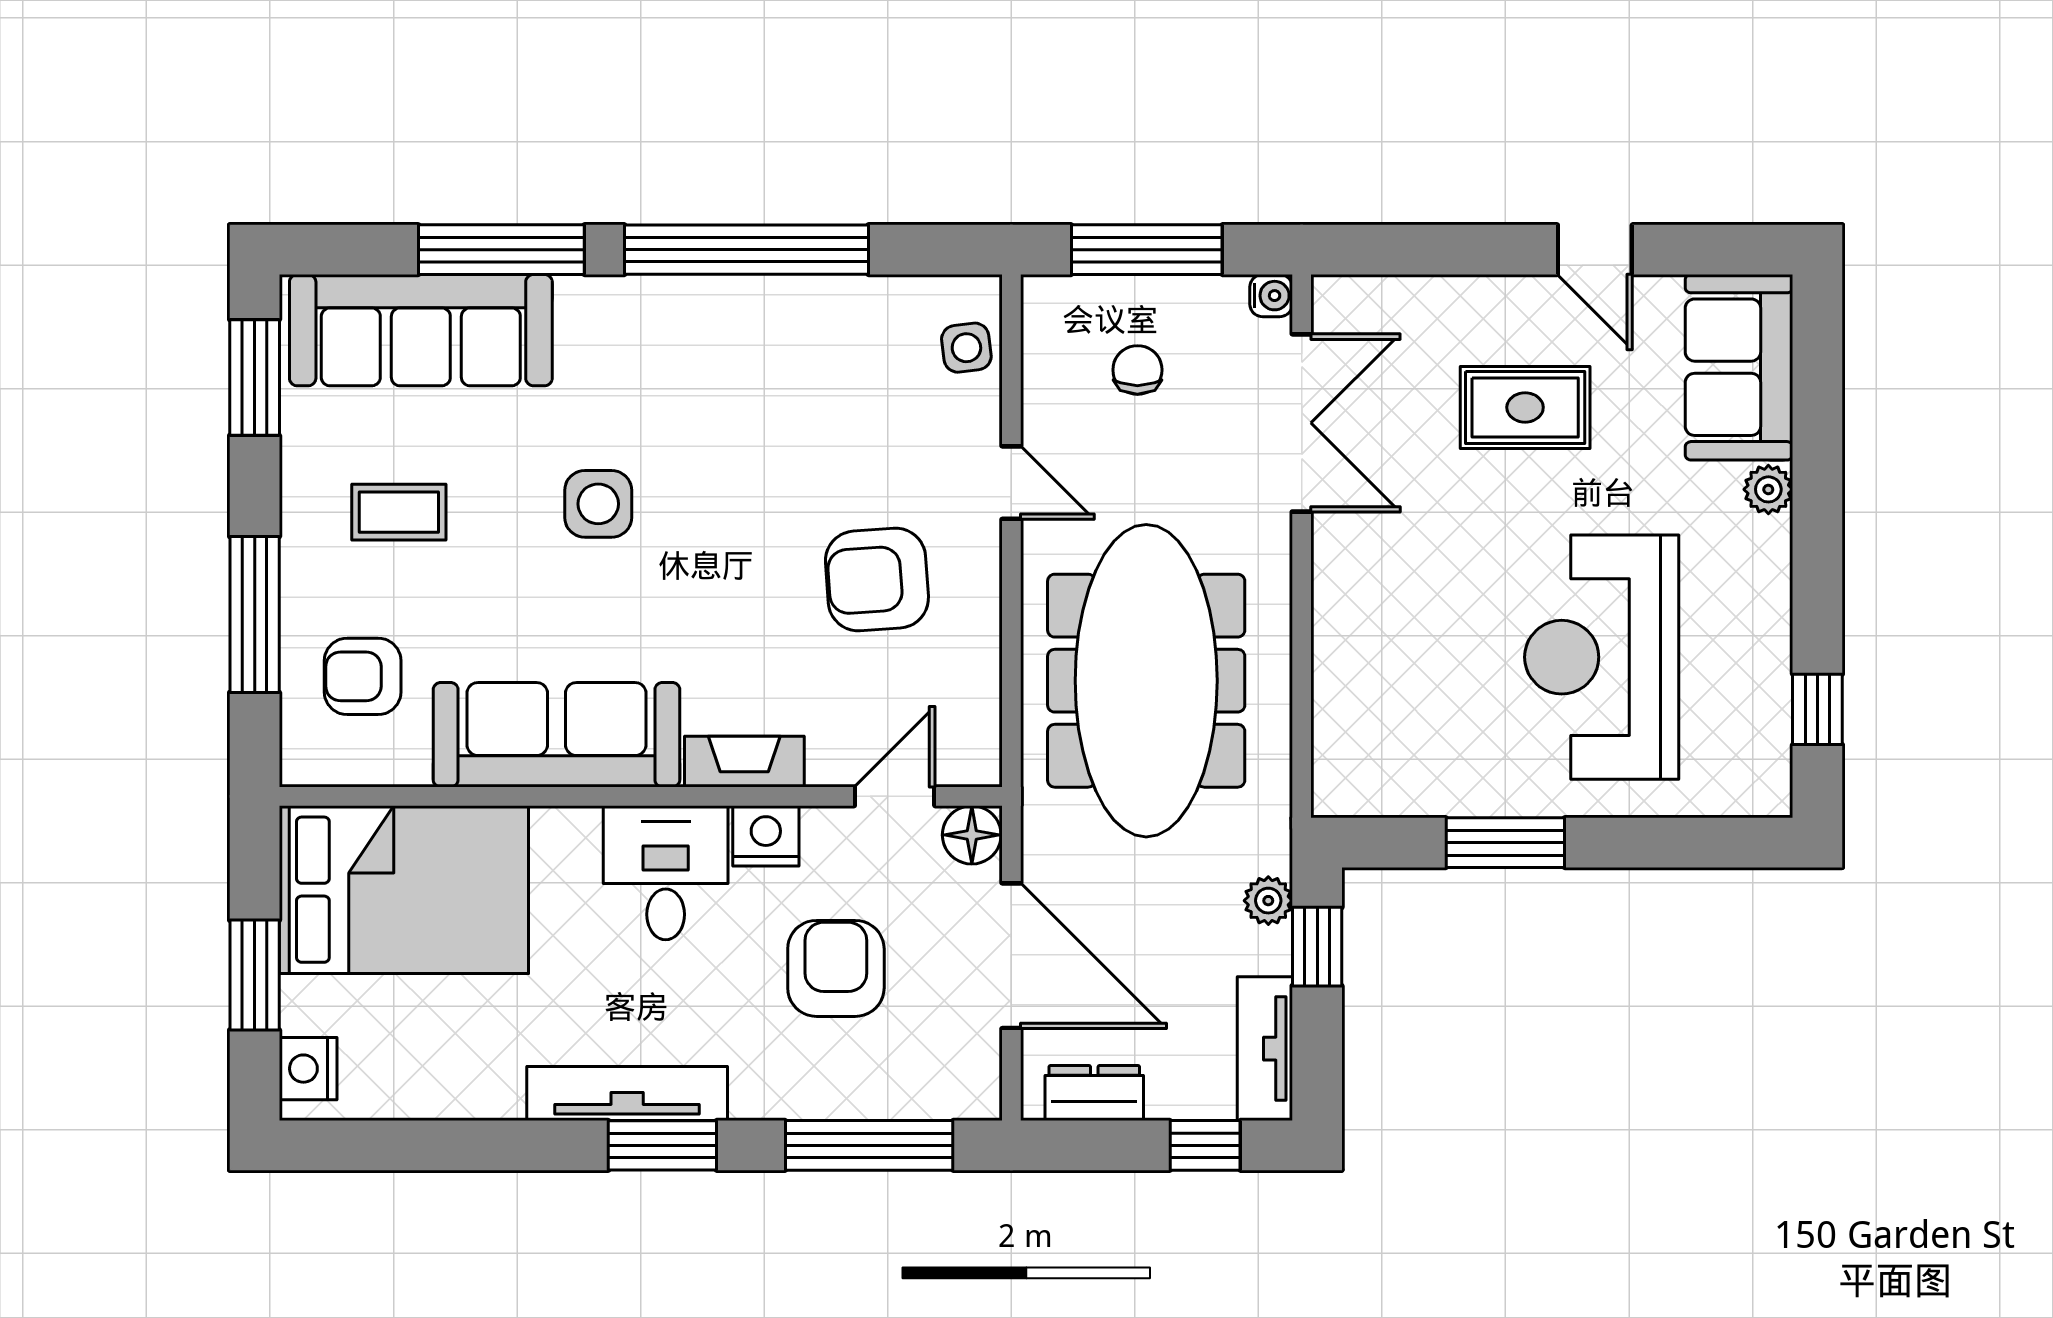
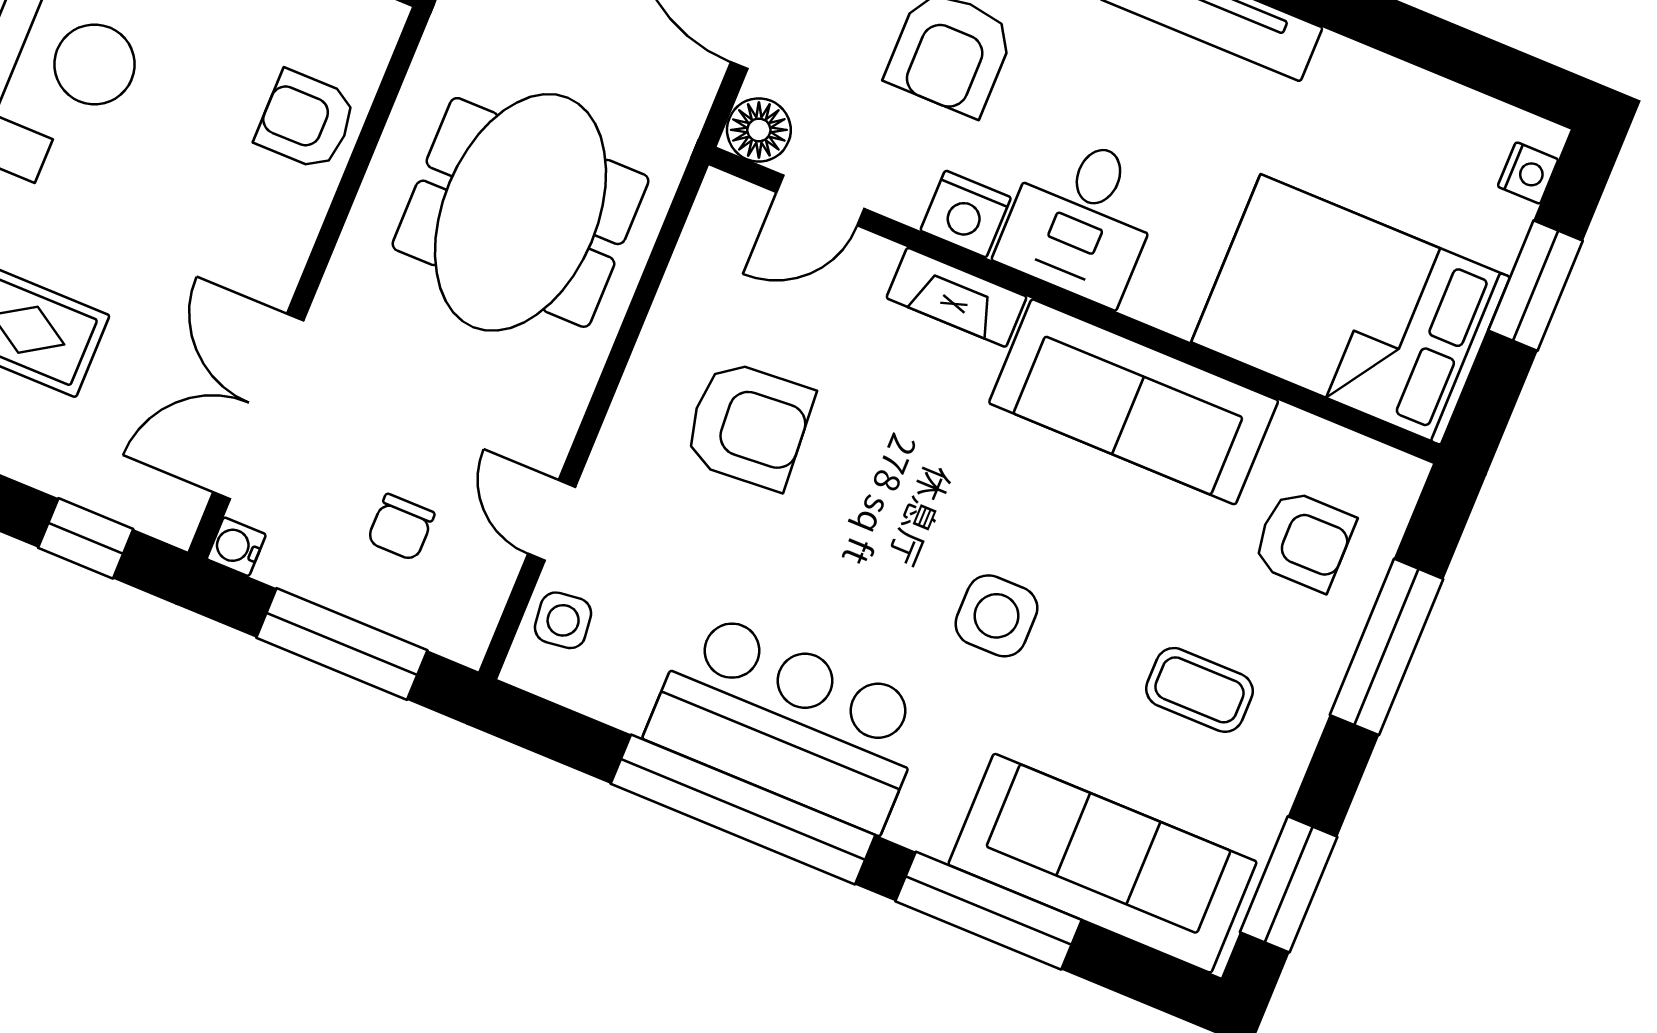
window: (1402, 250) -> (86, 538), added
bar counter: (739, 340) -> (788, 722), added
door: (1011, 483) -> (552, 520), moved
meeting table: (1146, 681) -> (520, 212), width x0.73
armchair: (1361, 684) -> (306, 120), added
nightstand: (308, 1069) -> (1528, 173), width x0.72, depth x0.74

